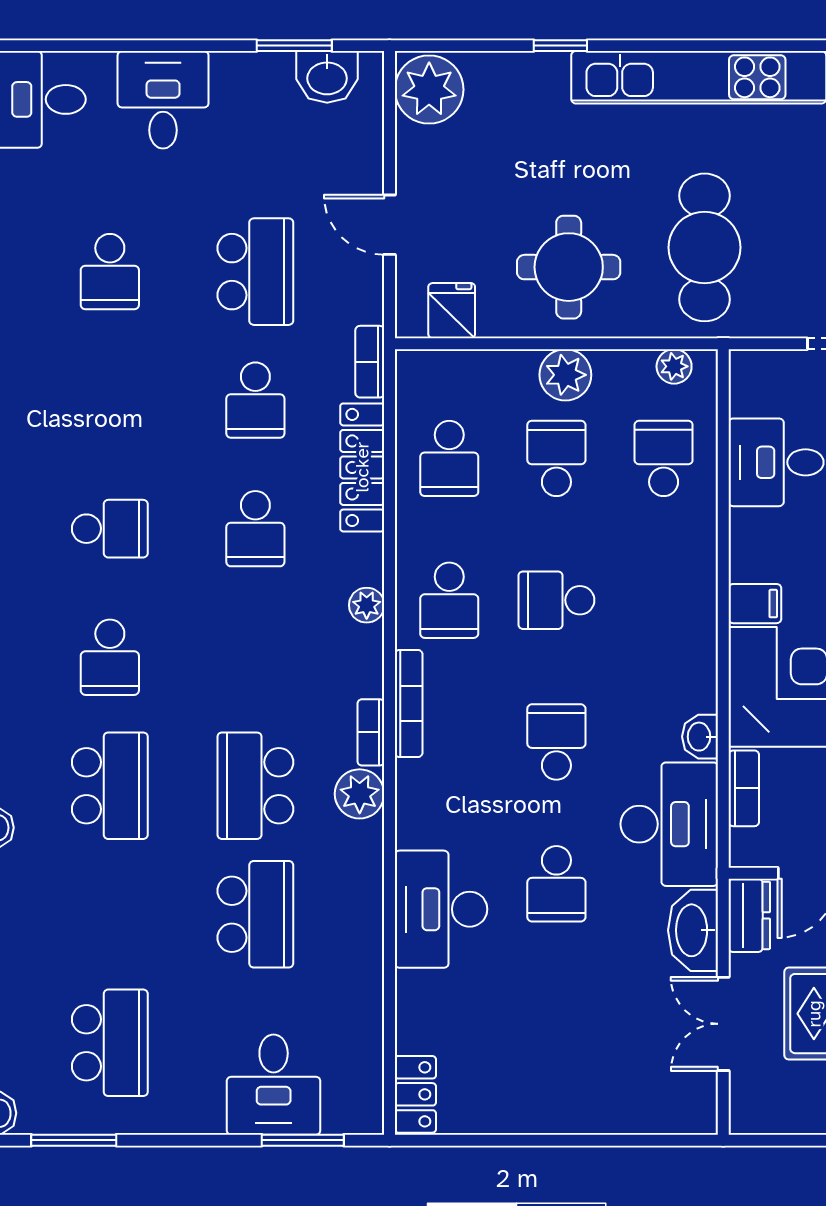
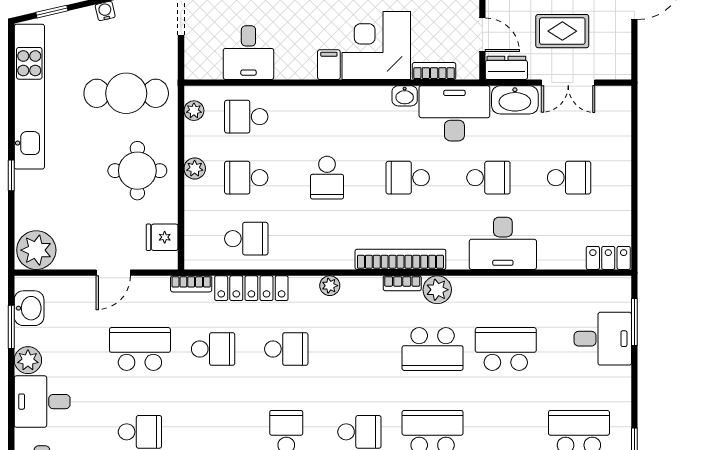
plant: (236, 75) -> (28, 360), added
plant: (565, 375) -> (195, 168), width x0.73, depth x0.73
school desk: (449, 600) -> (569, 178), moved
bookcase: (409, 704) -> (400, 259), width x1.48, depth x1.31

